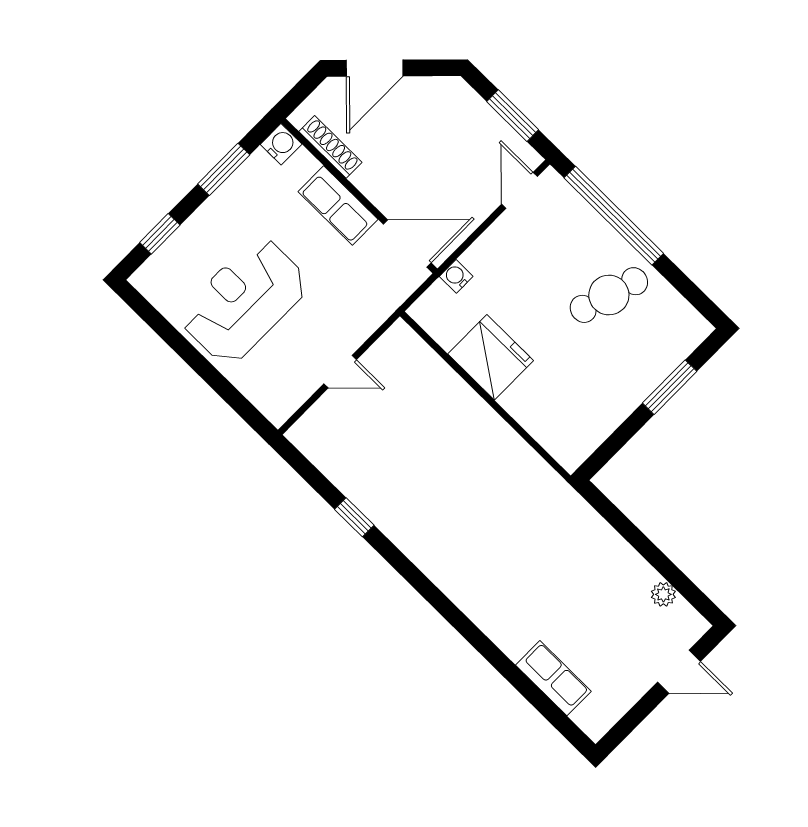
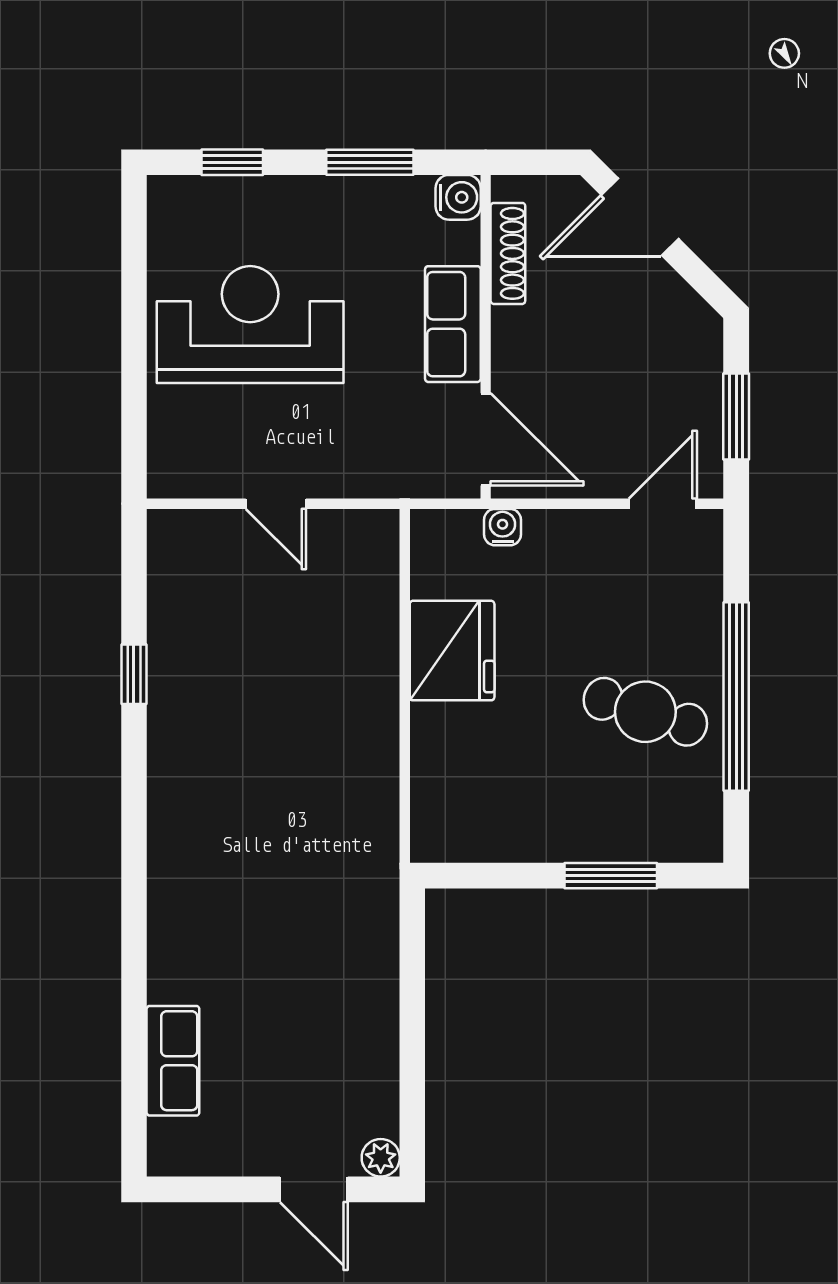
window: (614, 216) -> (736, 696), moved
plant: (663, 594) -> (381, 1158), moved

